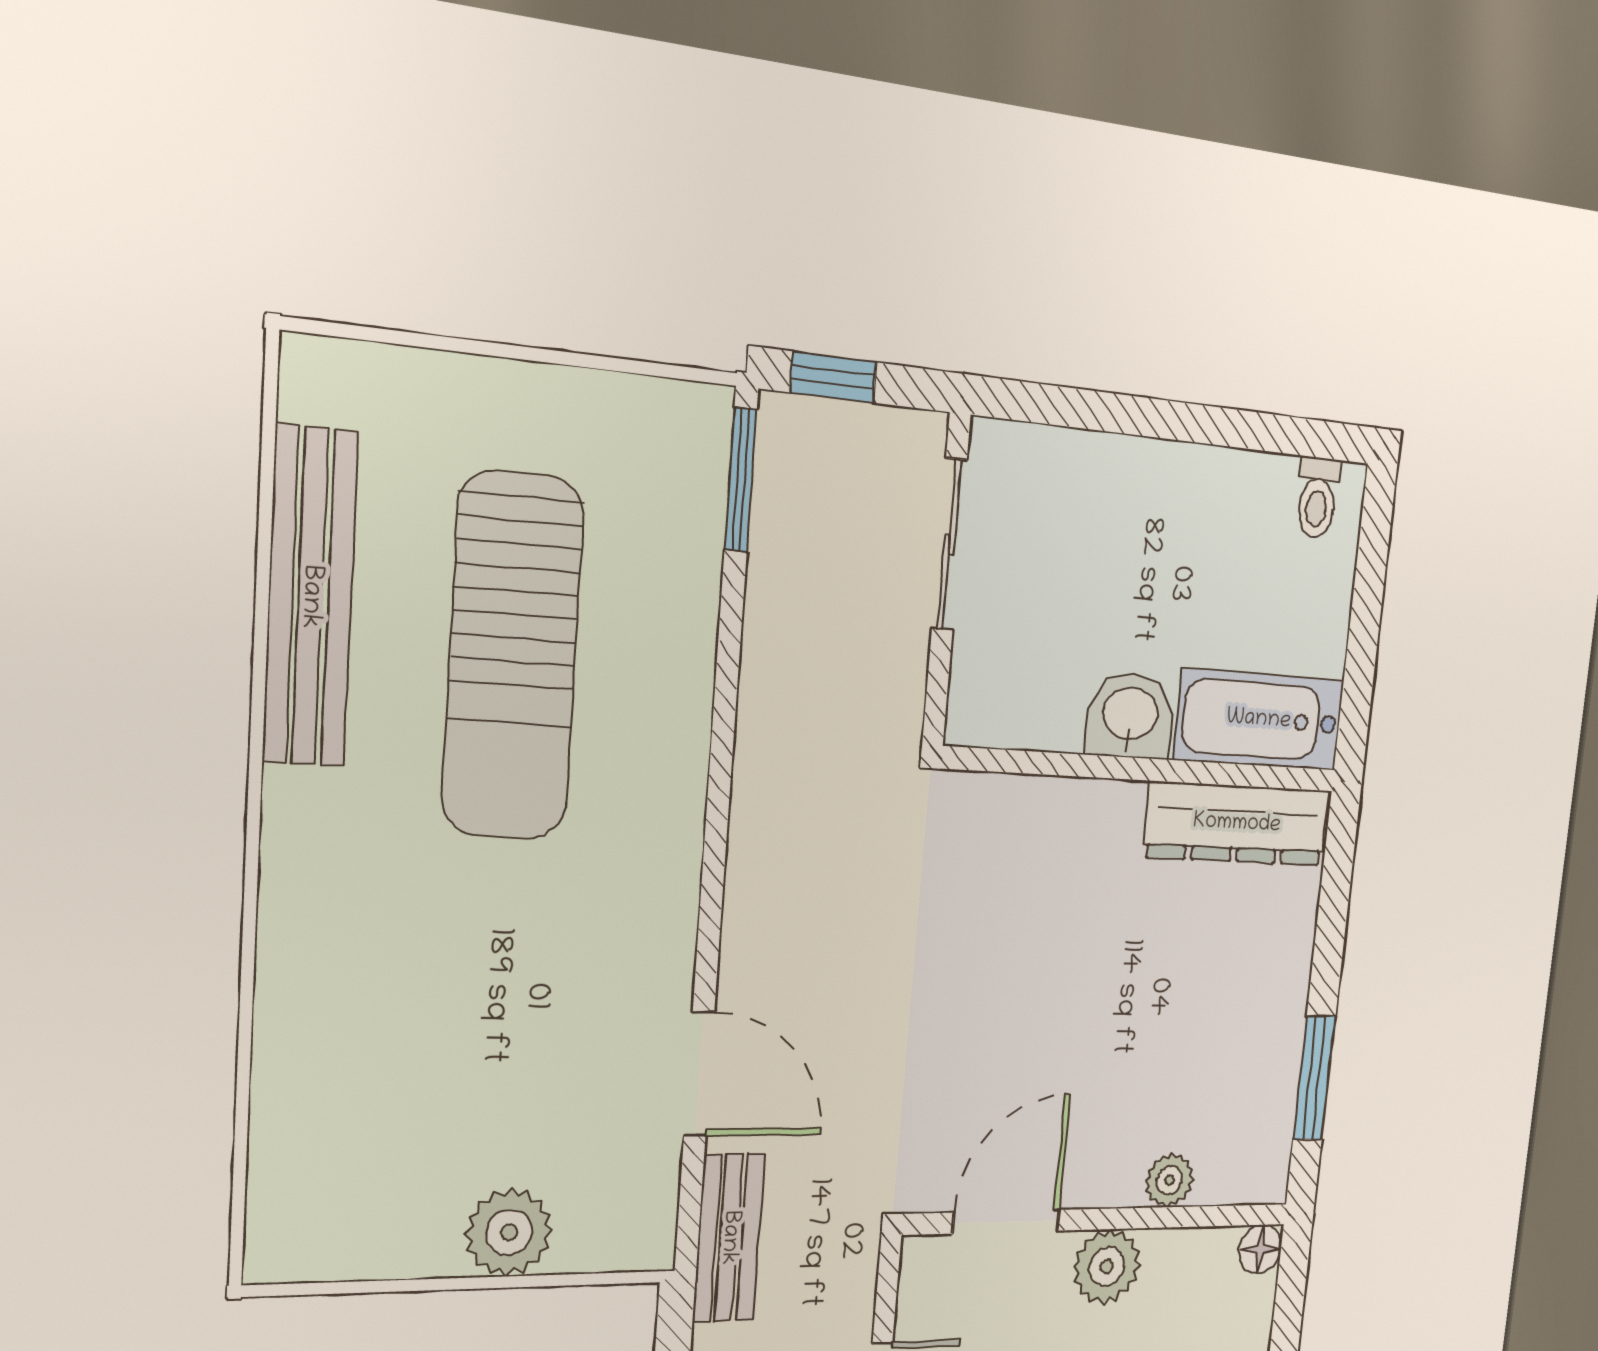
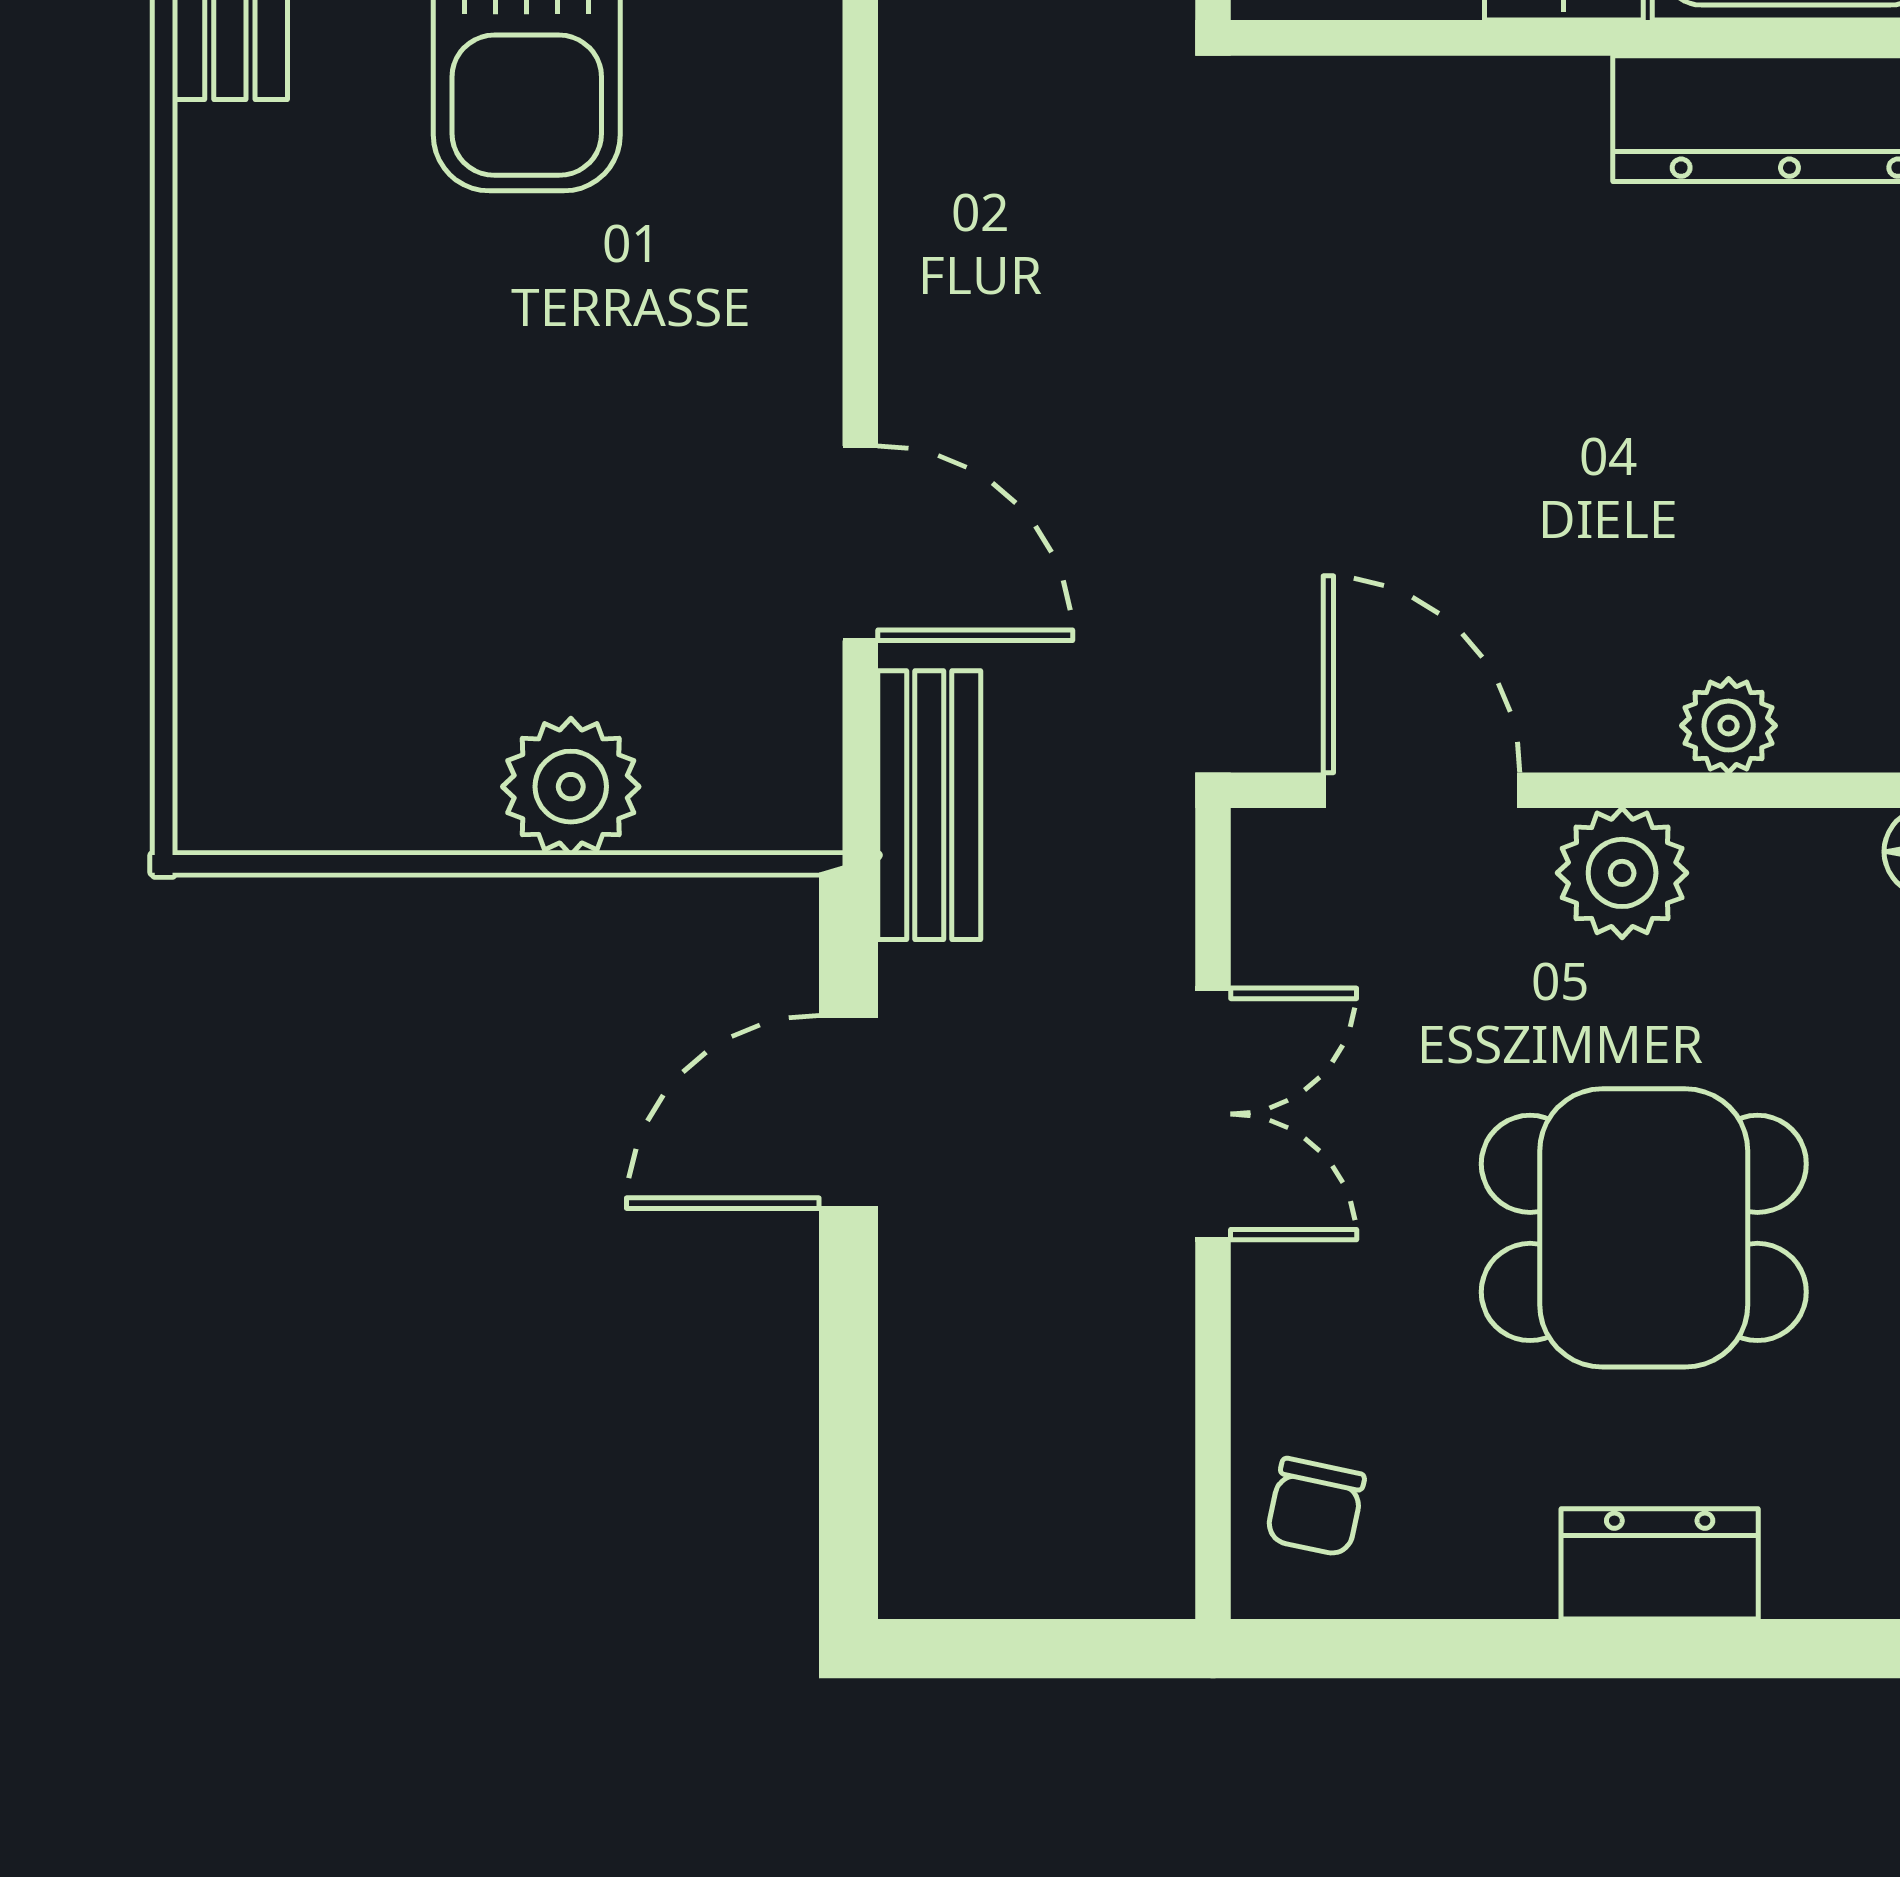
door: (1006, 1222) -> (1422, 790), hinge flipped

